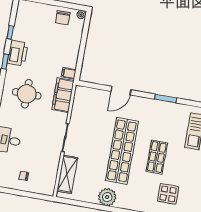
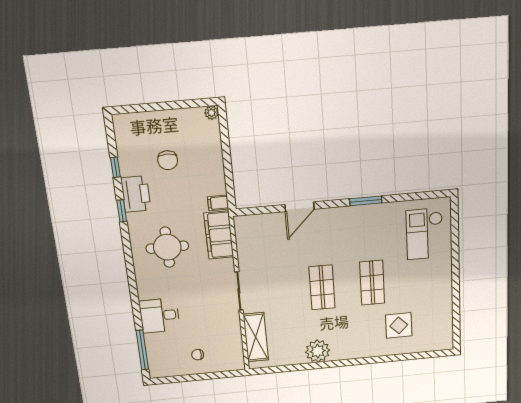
chair: (63, 18) -> (168, 160), moved
shop shelf: (122, 151) -> (322, 287), width x0.50, depth x0.74

